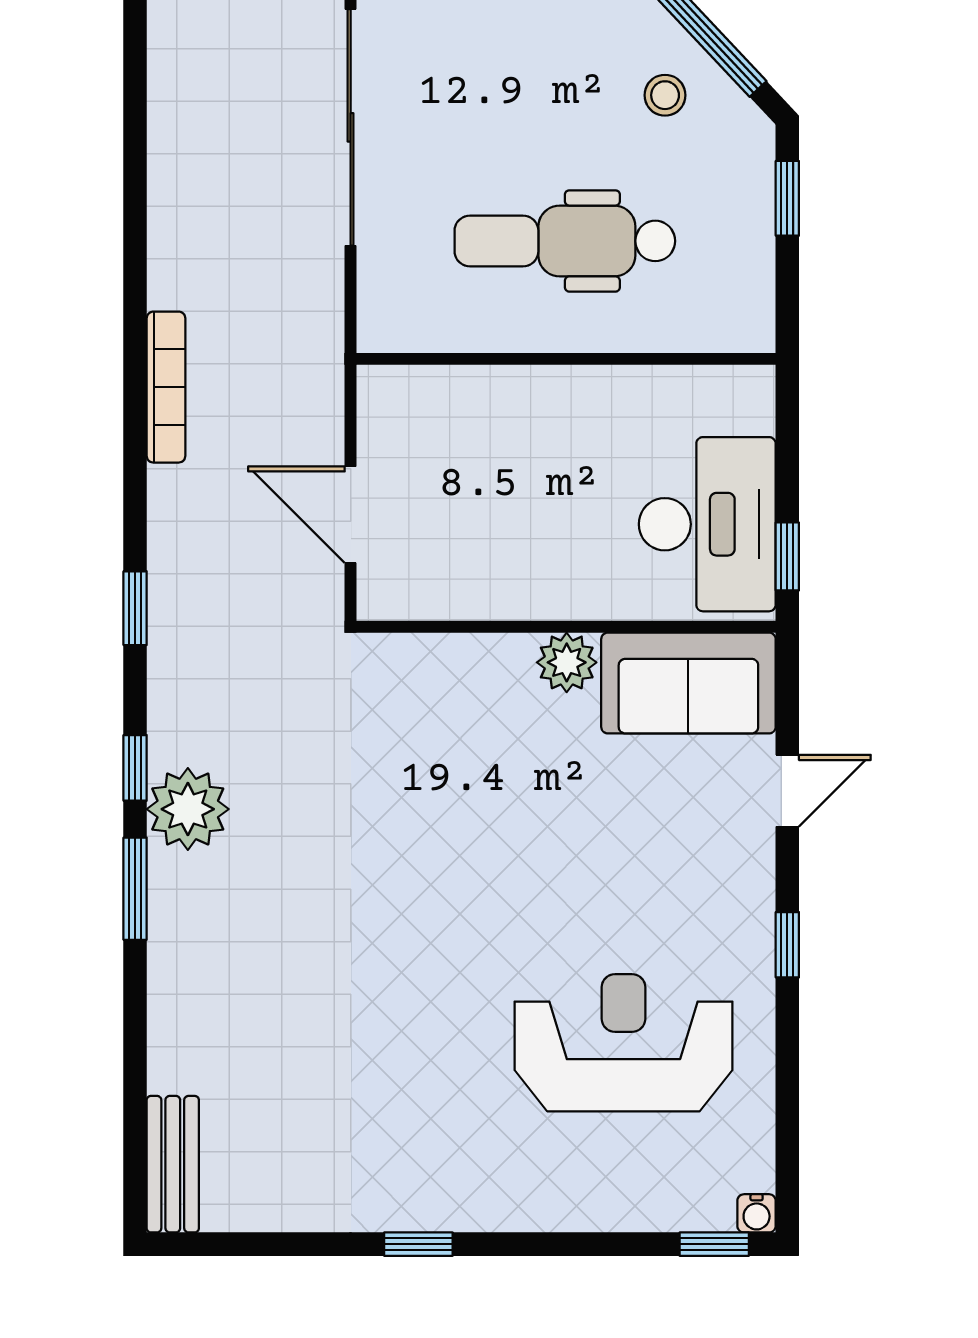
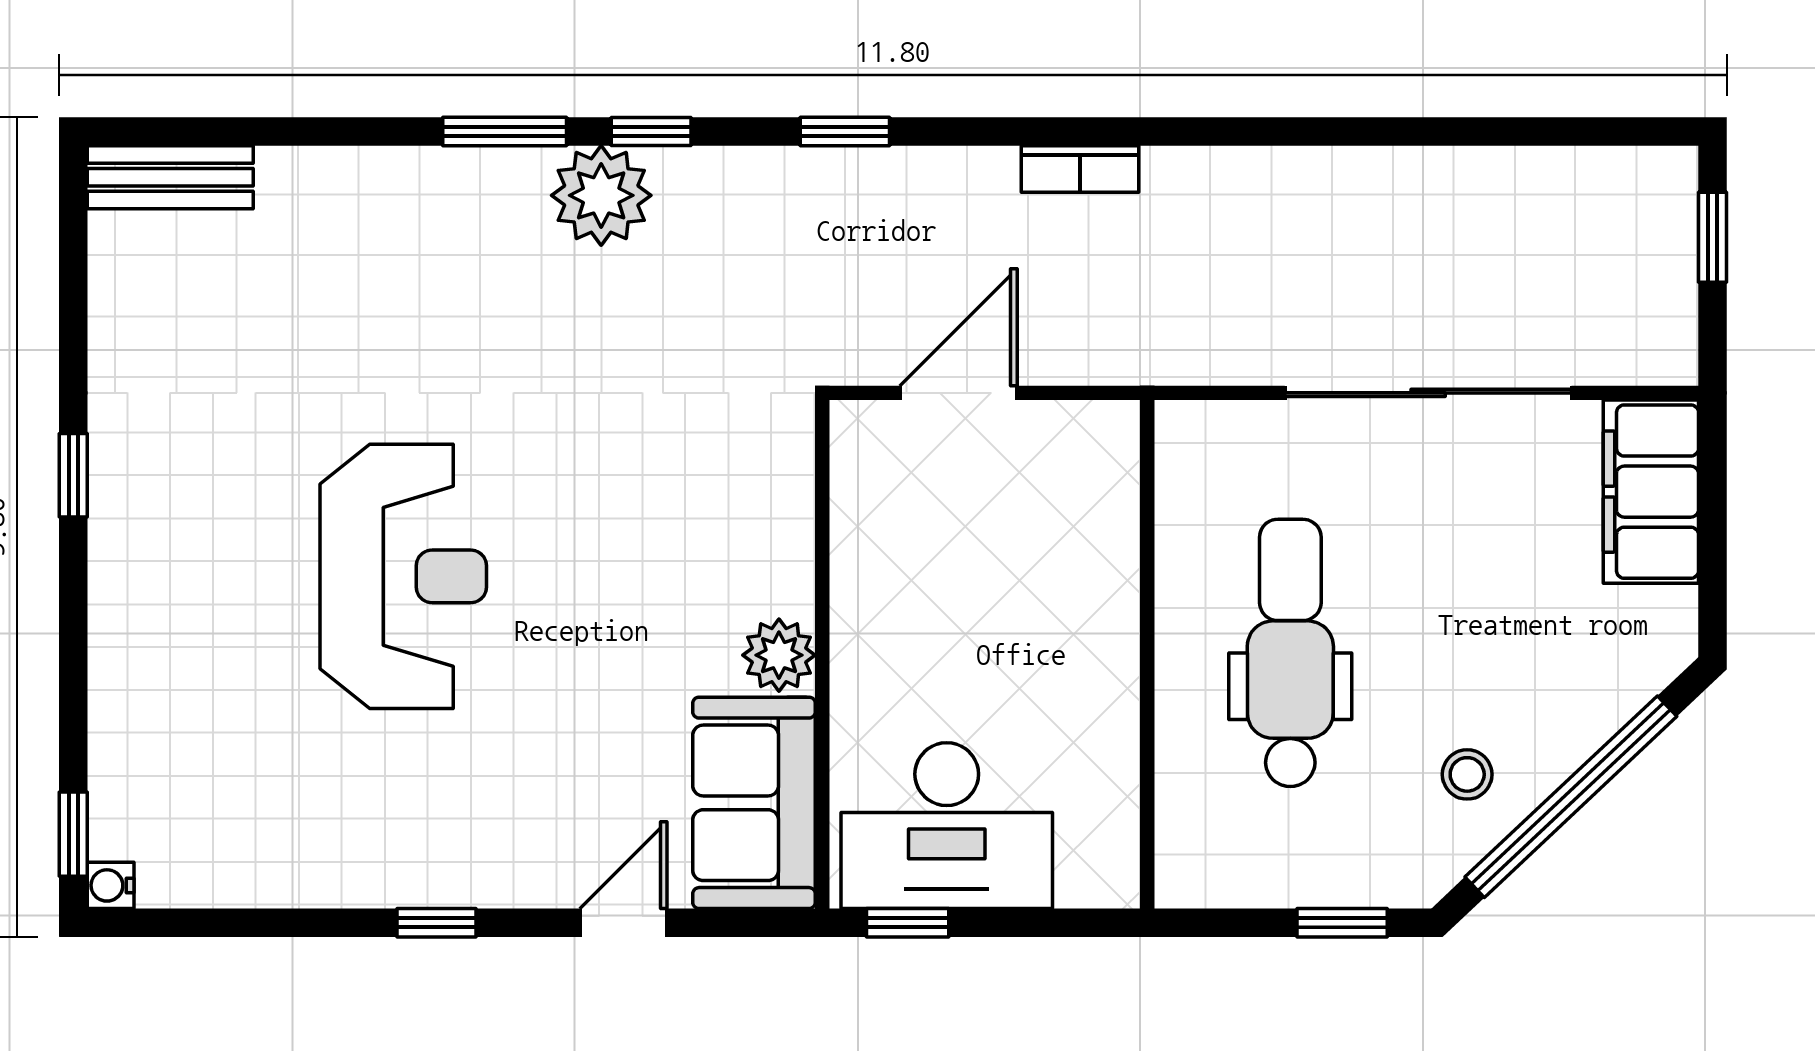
bookcase: (166, 387) -> (1080, 169), width x0.64
door: (787, 791) -> (623, 923), swing flipped
reception desk: (623, 1043) -> (403, 576), moved

